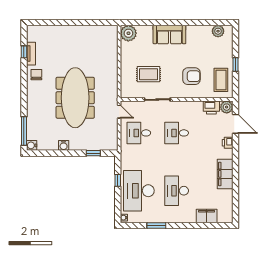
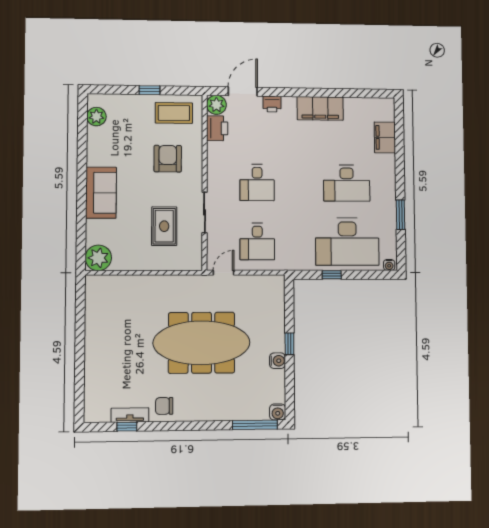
window: (93, 153) -> (289, 344), moved

